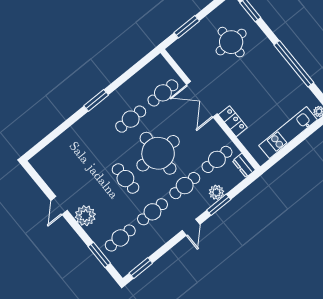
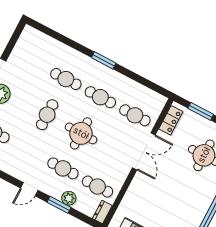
double door: (202, 99) -> (144, 151), swing flipped
locker: (233, 121) -> (171, 120), moved
round table: (158, 153) -> (81, 133), width x0.73, depth x0.73
cafe table: (152, 212) -> (66, 79), moved

